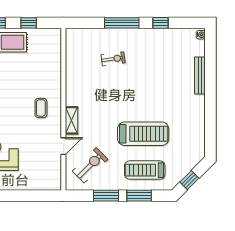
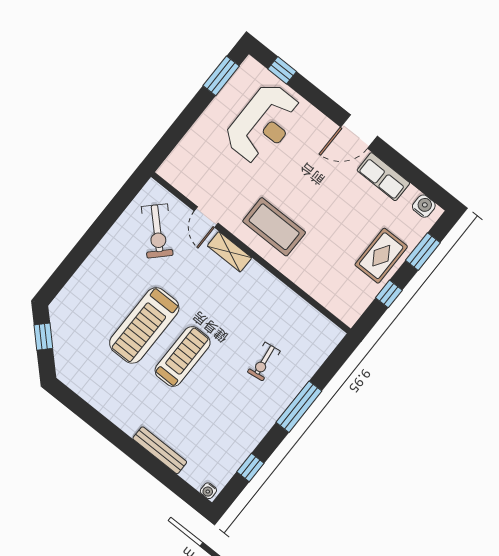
window: (161, 23) -> (250, 467), moved
coffee table: (41, 108) -> (274, 227), width x1.86, depth x1.72
treadmill: (145, 170) -> (183, 357), moved
window: (106, 196) -> (105, 221), removed
window: (139, 196) -> (73, 261), removed

